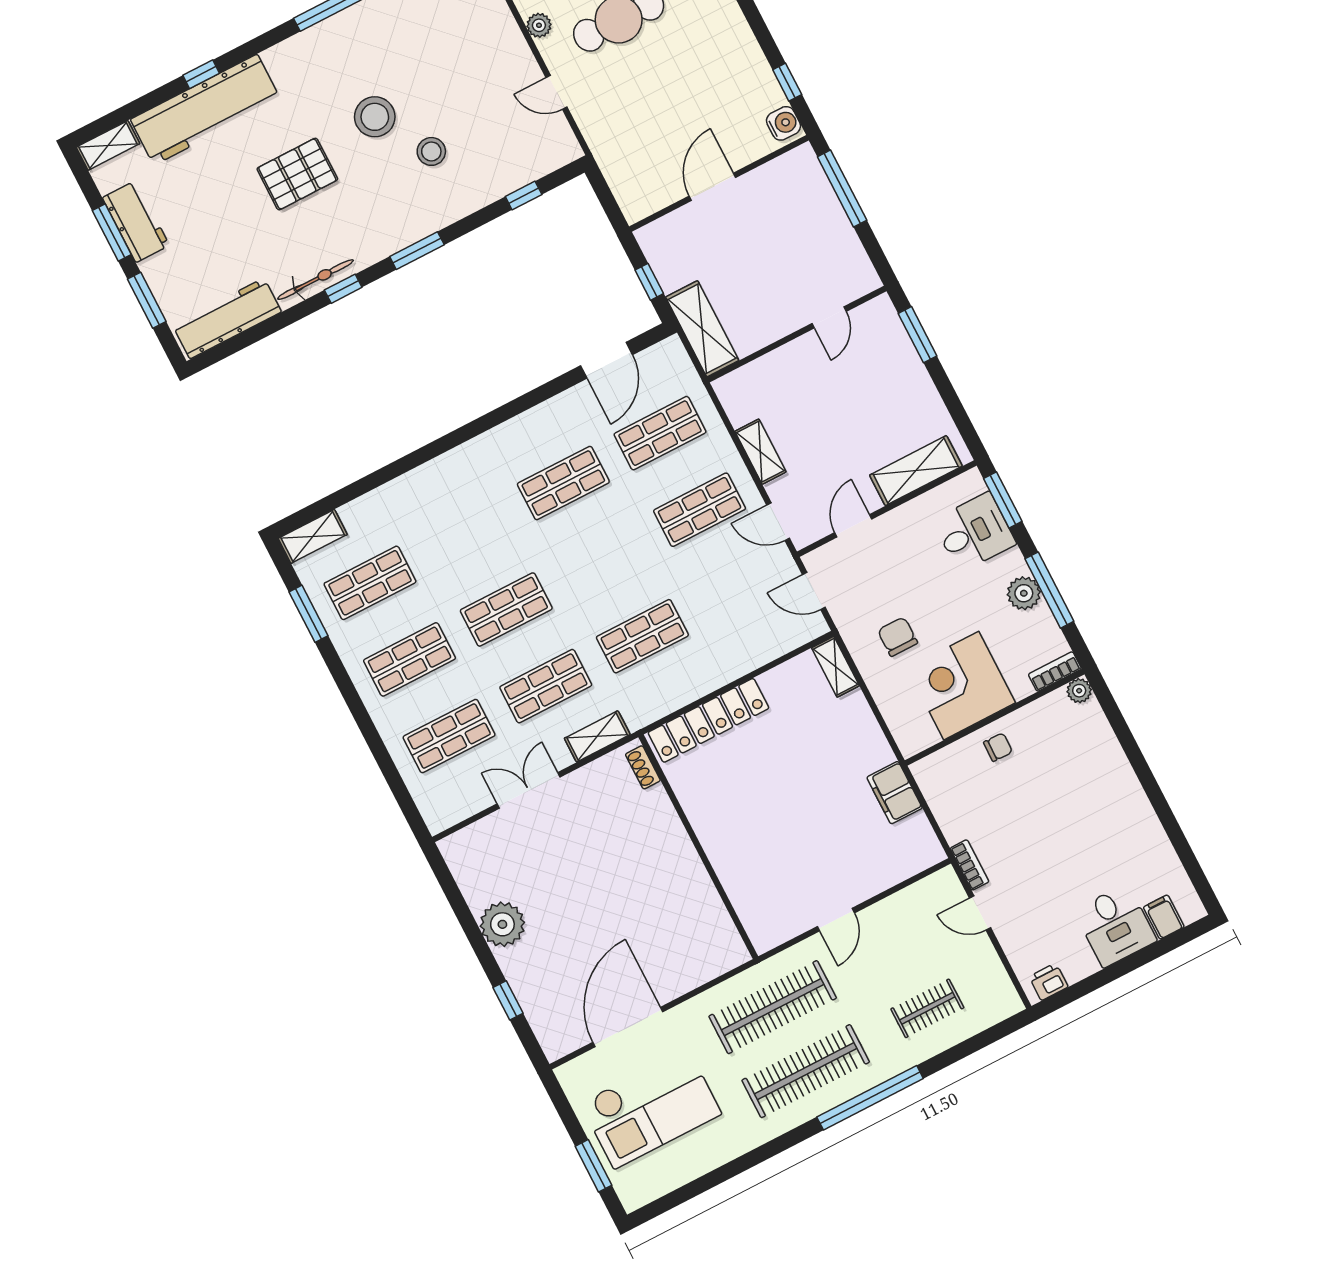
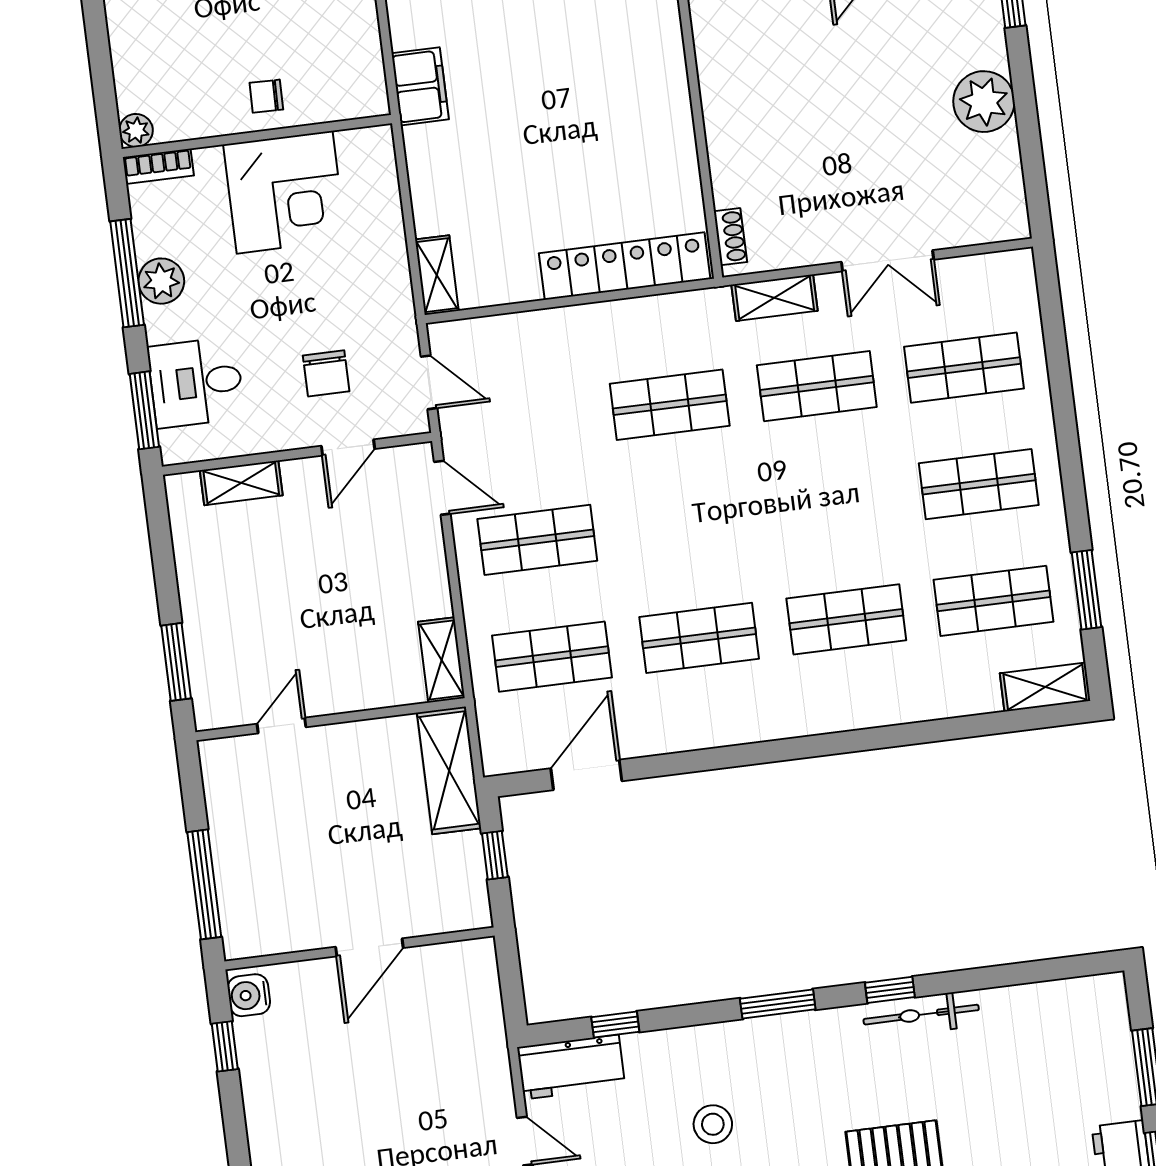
workbench: (227, 318) -> (571, 1067), moved, width x0.73
shelving: (760, 452) -> (441, 660), moved
shelving: (916, 471) -> (241, 483), width x0.67, depth x0.75
shop shelf: (506, 610) -> (846, 619), moved
chair: (898, 637) -> (326, 373), moved

